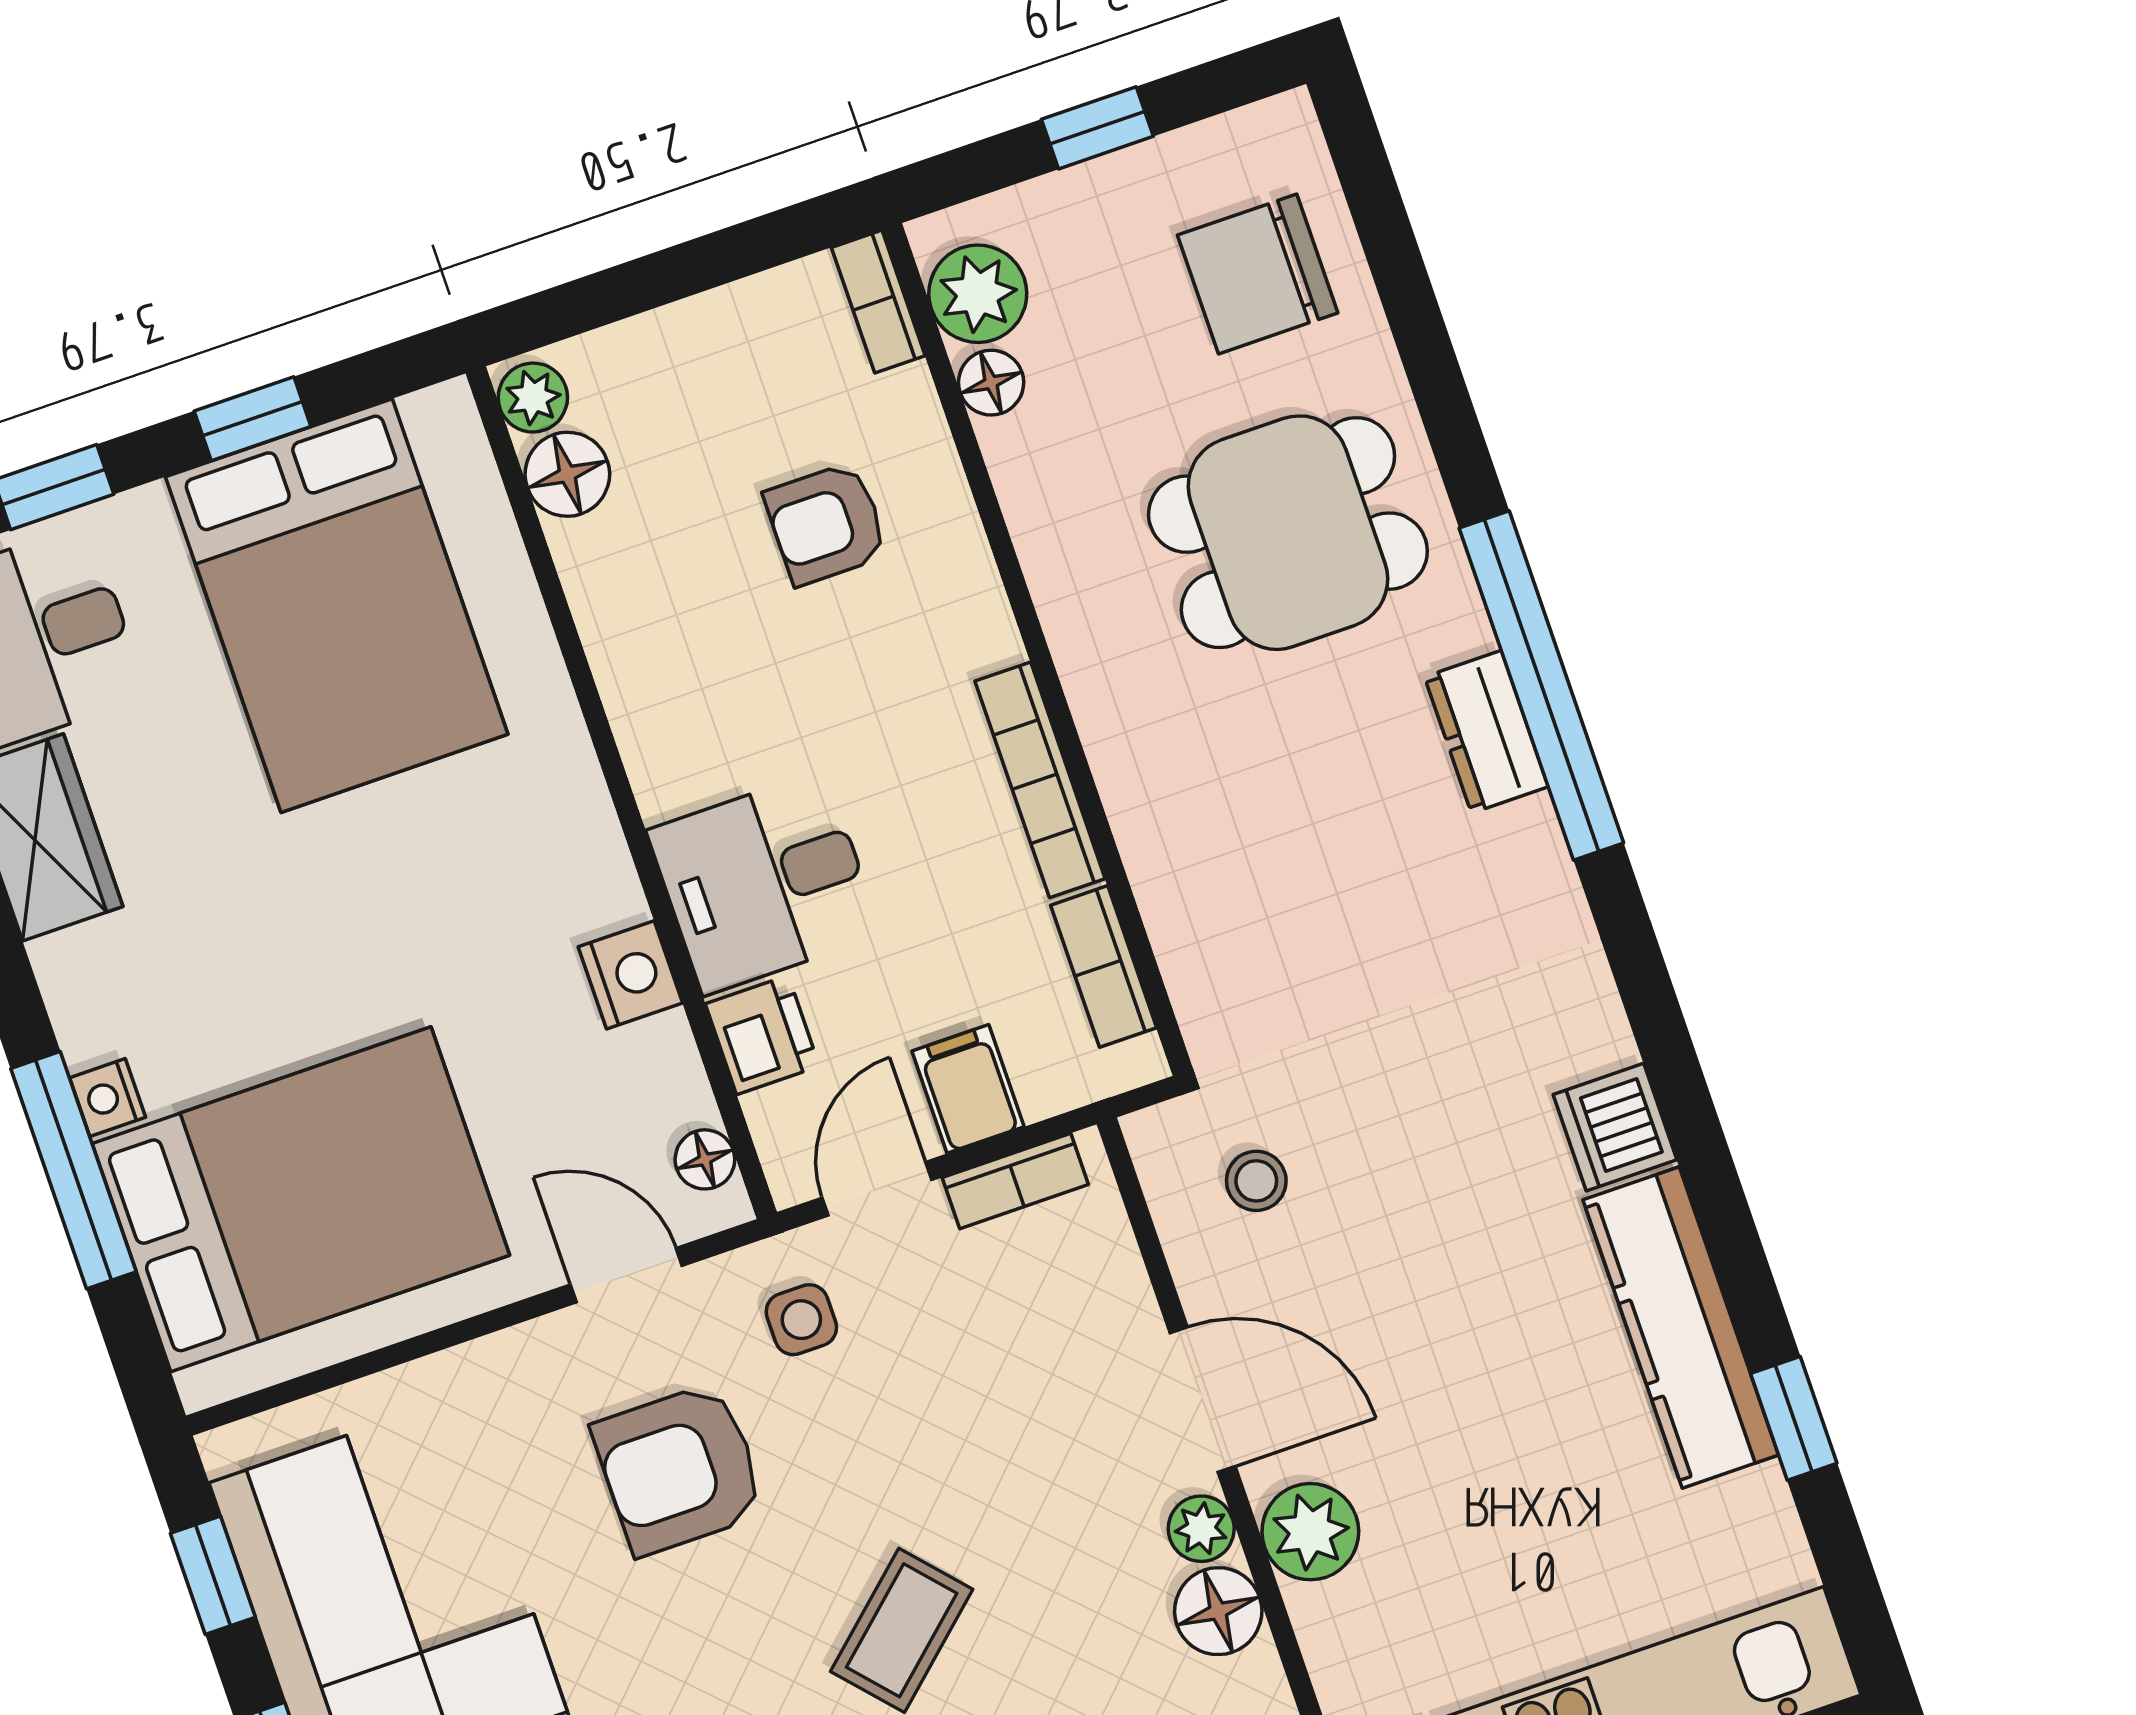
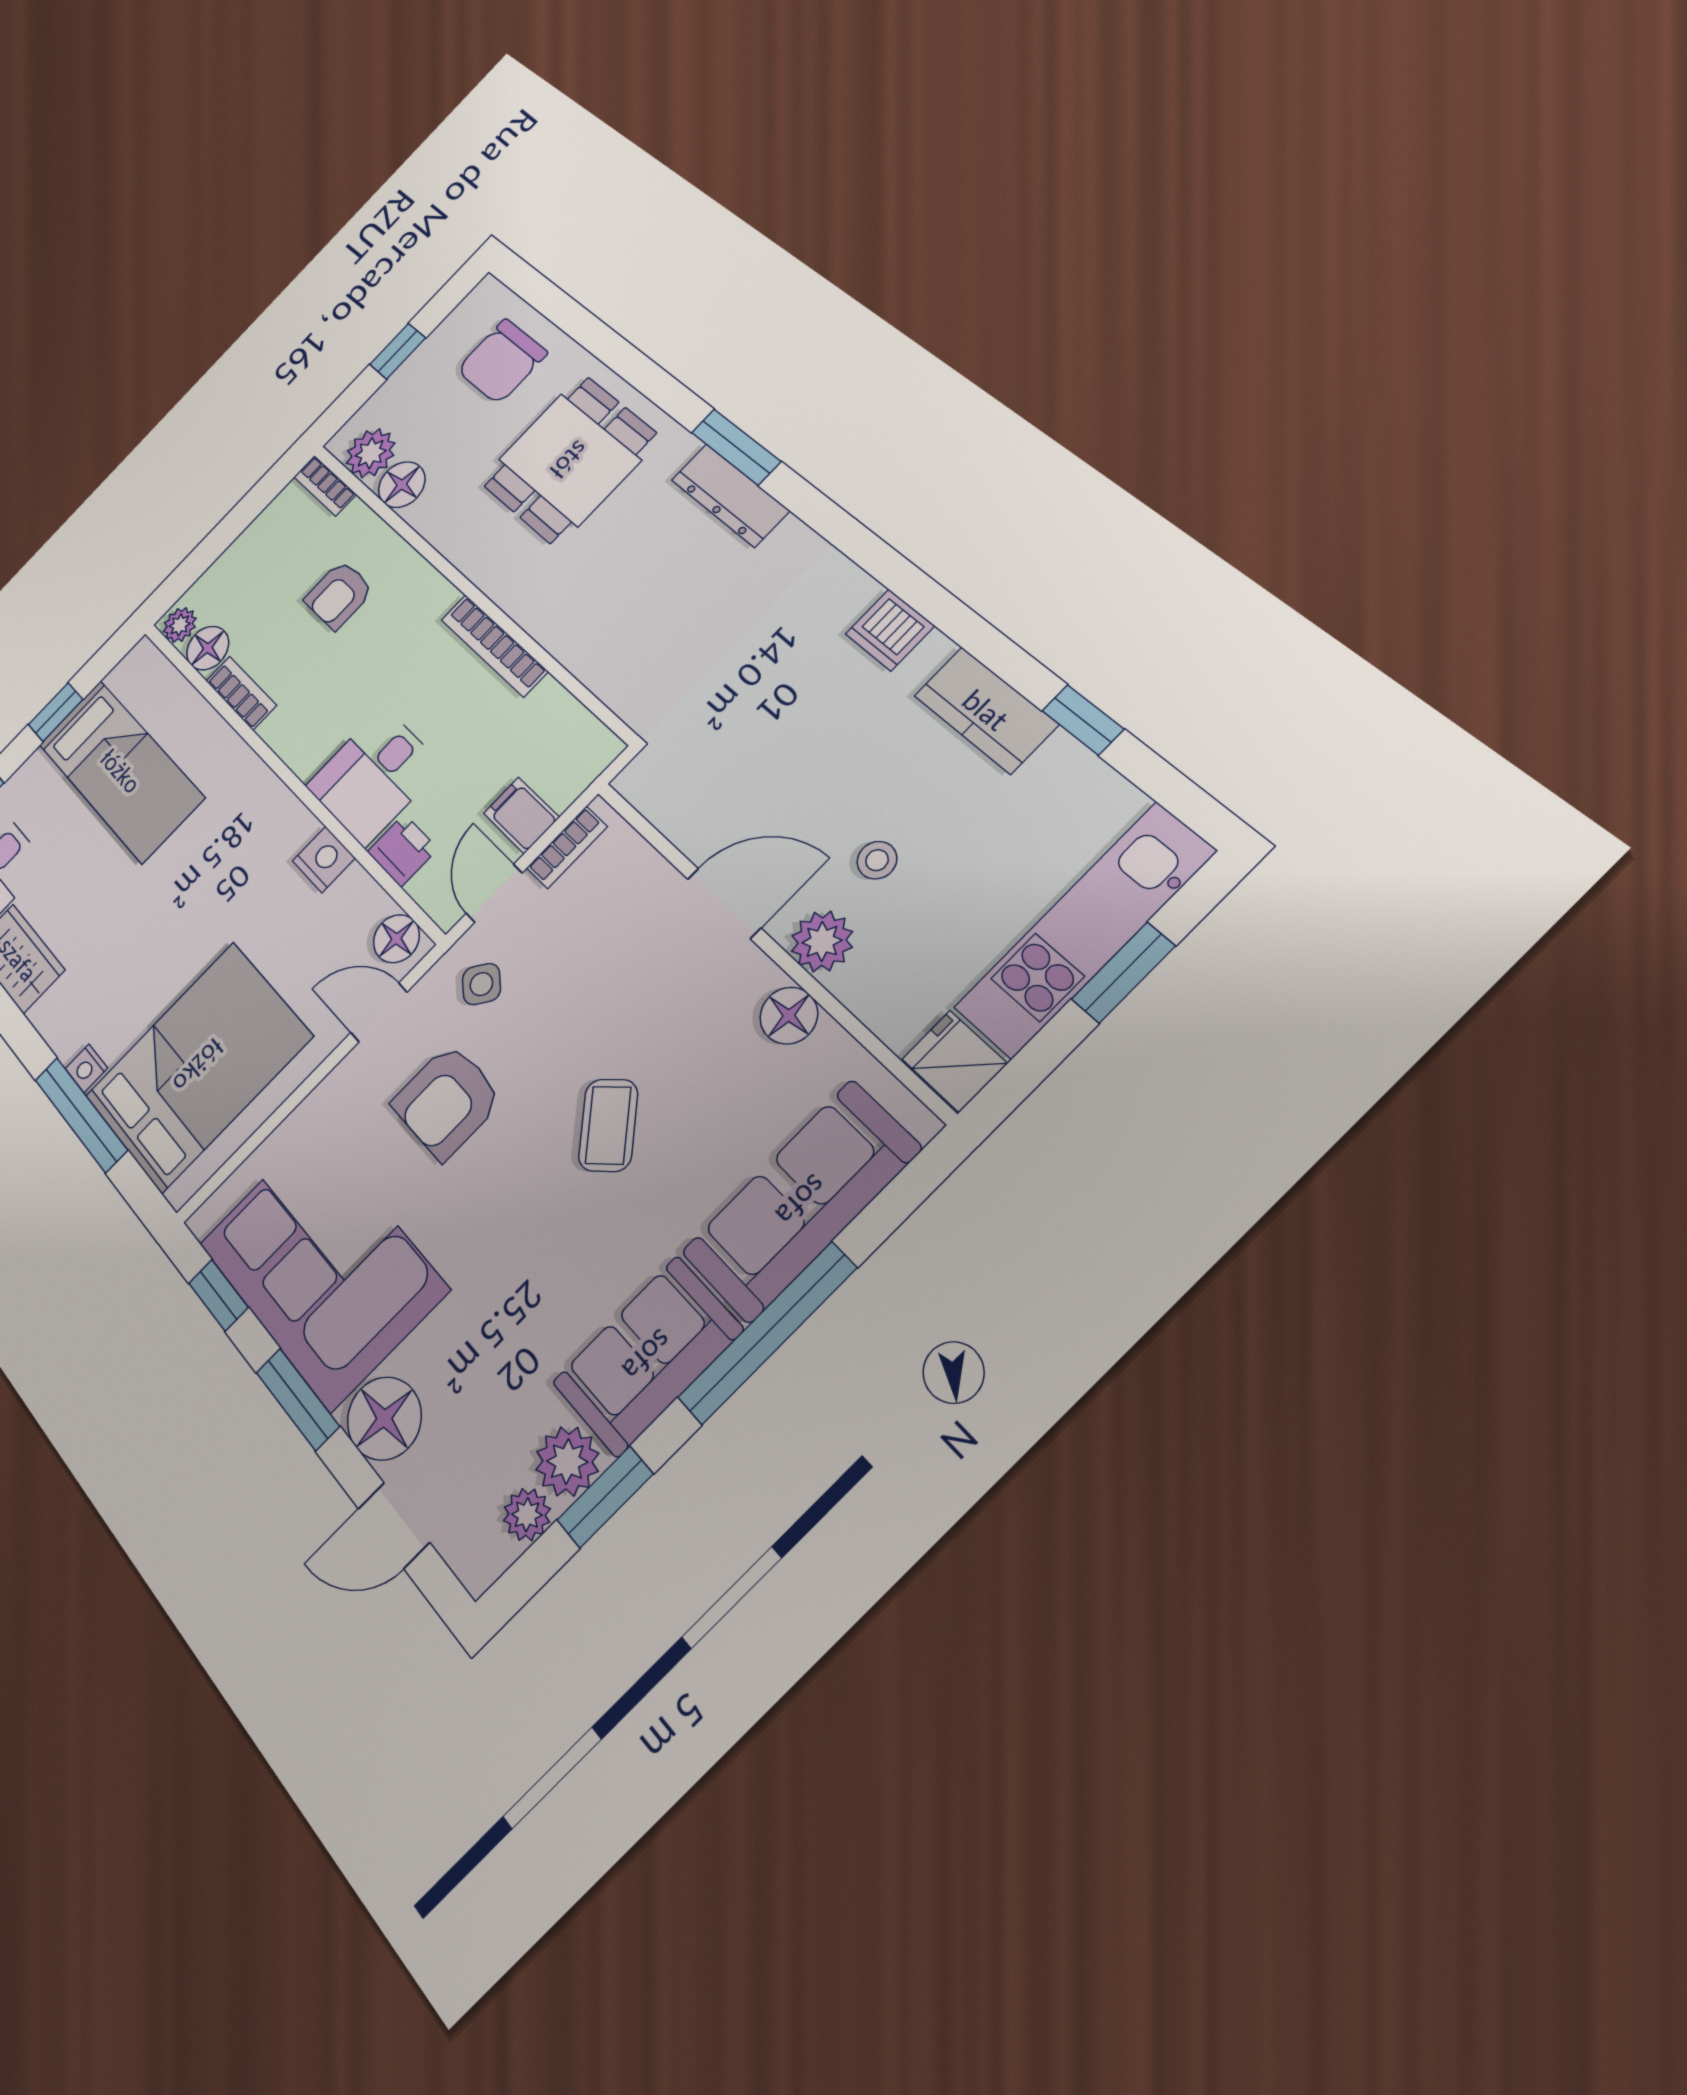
floor lamp: (991, 383) -> (402, 485), width x1.37, depth x1.37
bed: (337, 606) -> (121, 771), width x0.67
window: (1541, 685) -> (736, 447), width x0.47
dresser: (1486, 732) -> (730, 495), width x1.44
bookcase: (1104, 966) -> (241, 693), moved, turned 180
floor lamp: (705, 1159) -> (396, 939), width x1.37, depth x1.37
stool: (1256, 1181) -> (877, 860), moved
side table: (801, 1320) -> (481, 984), turned 37
kitchen counter: (1681, 1327) -> (986, 710), width x0.67
plant: (1201, 1529) -> (757, 975), removed

